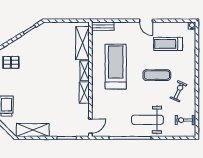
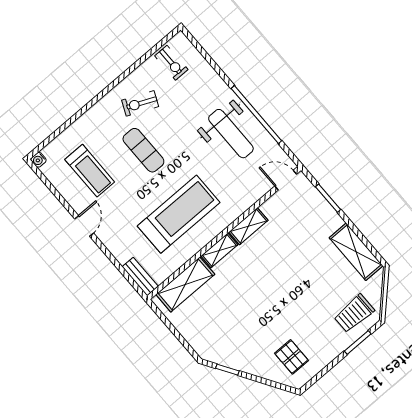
treadmill: (116, 67) -> (179, 214), turned 180
weight bench: (147, 120) -> (231, 134), moved

